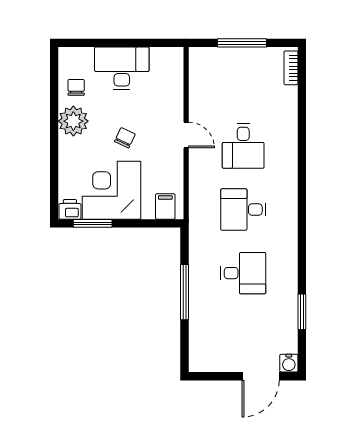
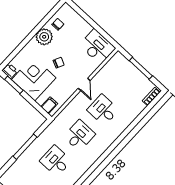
desk: (122, 68) -> (97, 47), moved
desk: (243, 146) -> (103, 110), turned 90
desk: (243, 210) -> (79, 135), turned 90
desk: (243, 273) -> (56, 161), turned 180

